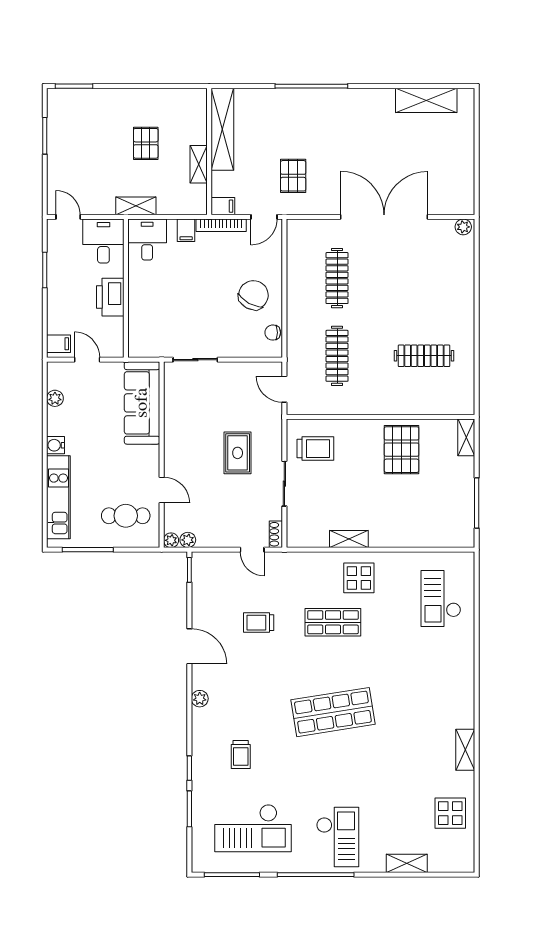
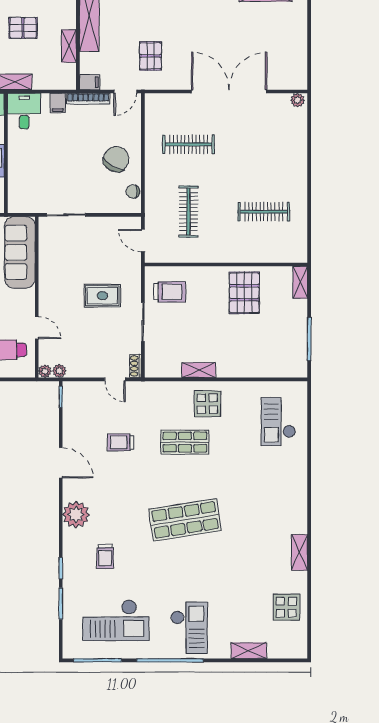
pallet: (146, 143) -> (23, 28), turned 90
clothes rail: (337, 278) -> (188, 144), turned 90
rug: (238, 453) -> (102, 296), turned 90
plant: (200, 699) -> (76, 515), width x1.88, depth x1.88

